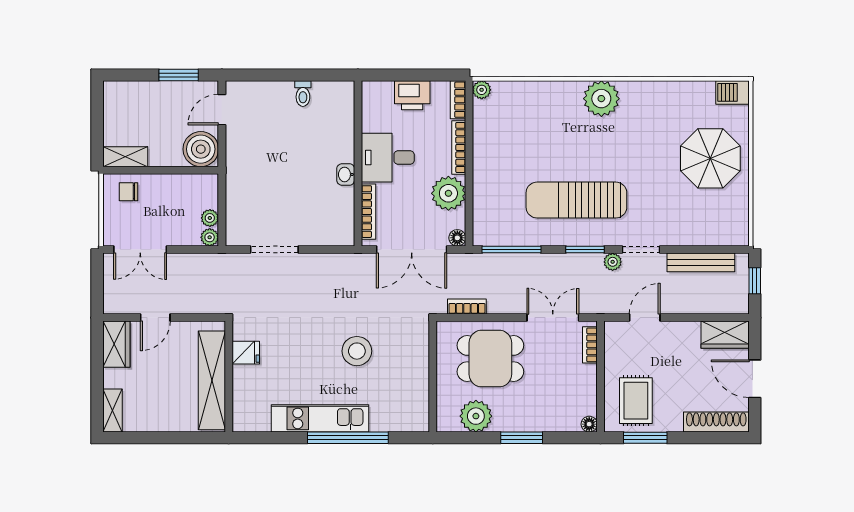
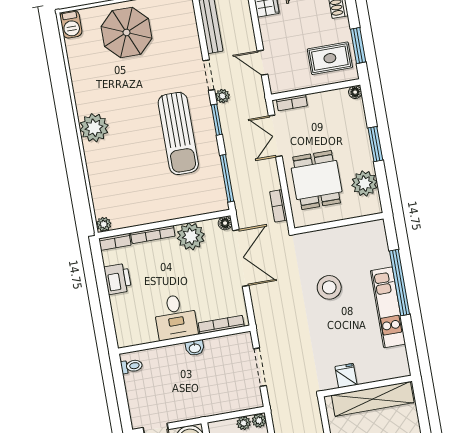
desk: (388, 158) -> (175, 317), moved
wall: (358, 163) -> (184, 340), moved
washbasin: (346, 174) -> (195, 348), moved
bookcase: (368, 212) -> (221, 325), moved

